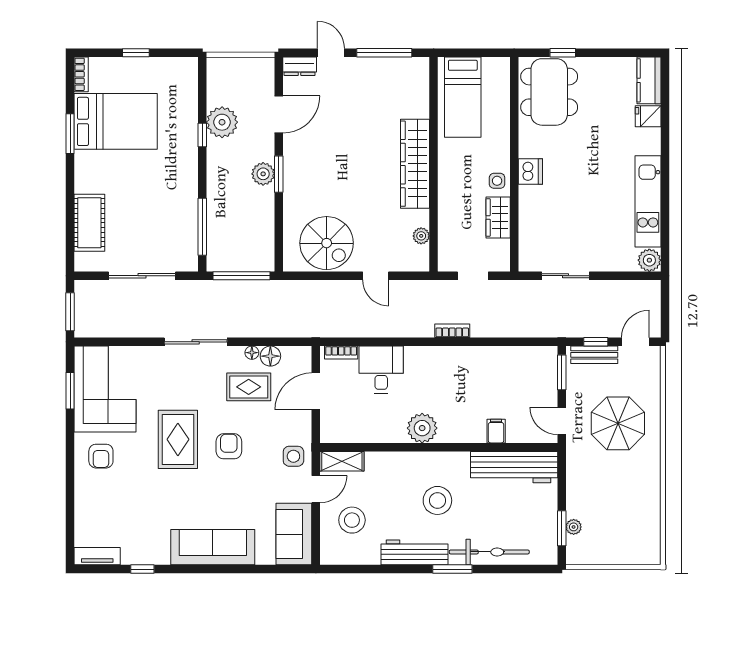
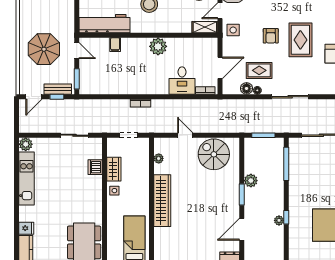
plant: (222, 122) -> (279, 220), width x0.53, depth x0.53
dishwasher: (530, 172) -> (95, 167), moved
plant: (263, 174) -> (251, 181), moved
window: (242, 276) -> (263, 135), width x0.69

